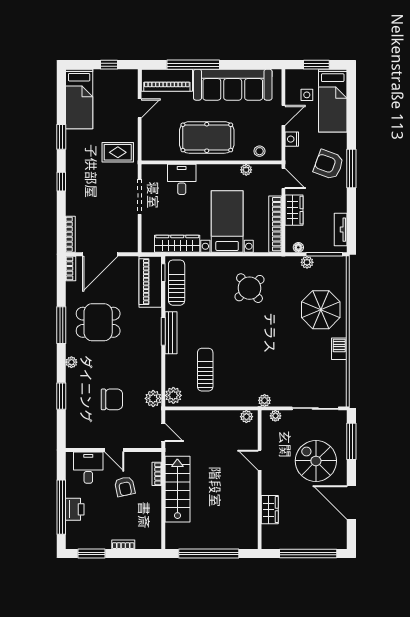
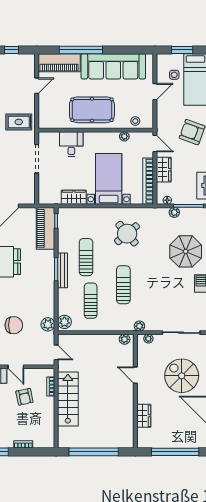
nightstand: (292, 139) -> (162, 111), removed
wardrobe: (177, 244) -> (74, 197), width x0.67
sun lounger: (177, 283) -> (86, 257), moved
sun lounger: (245, 350) -> (123, 285), added

